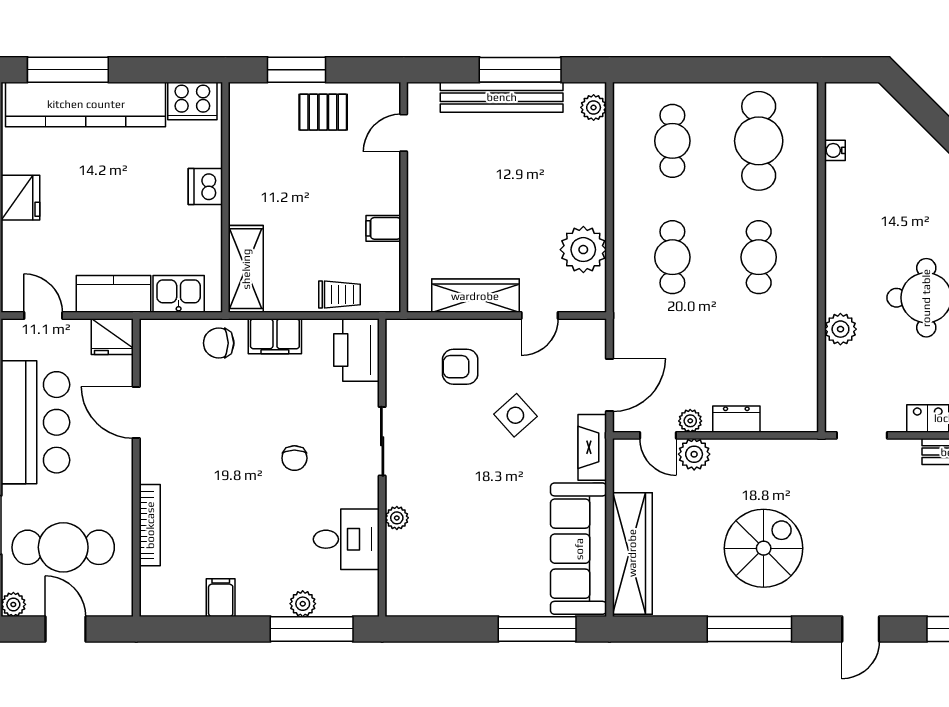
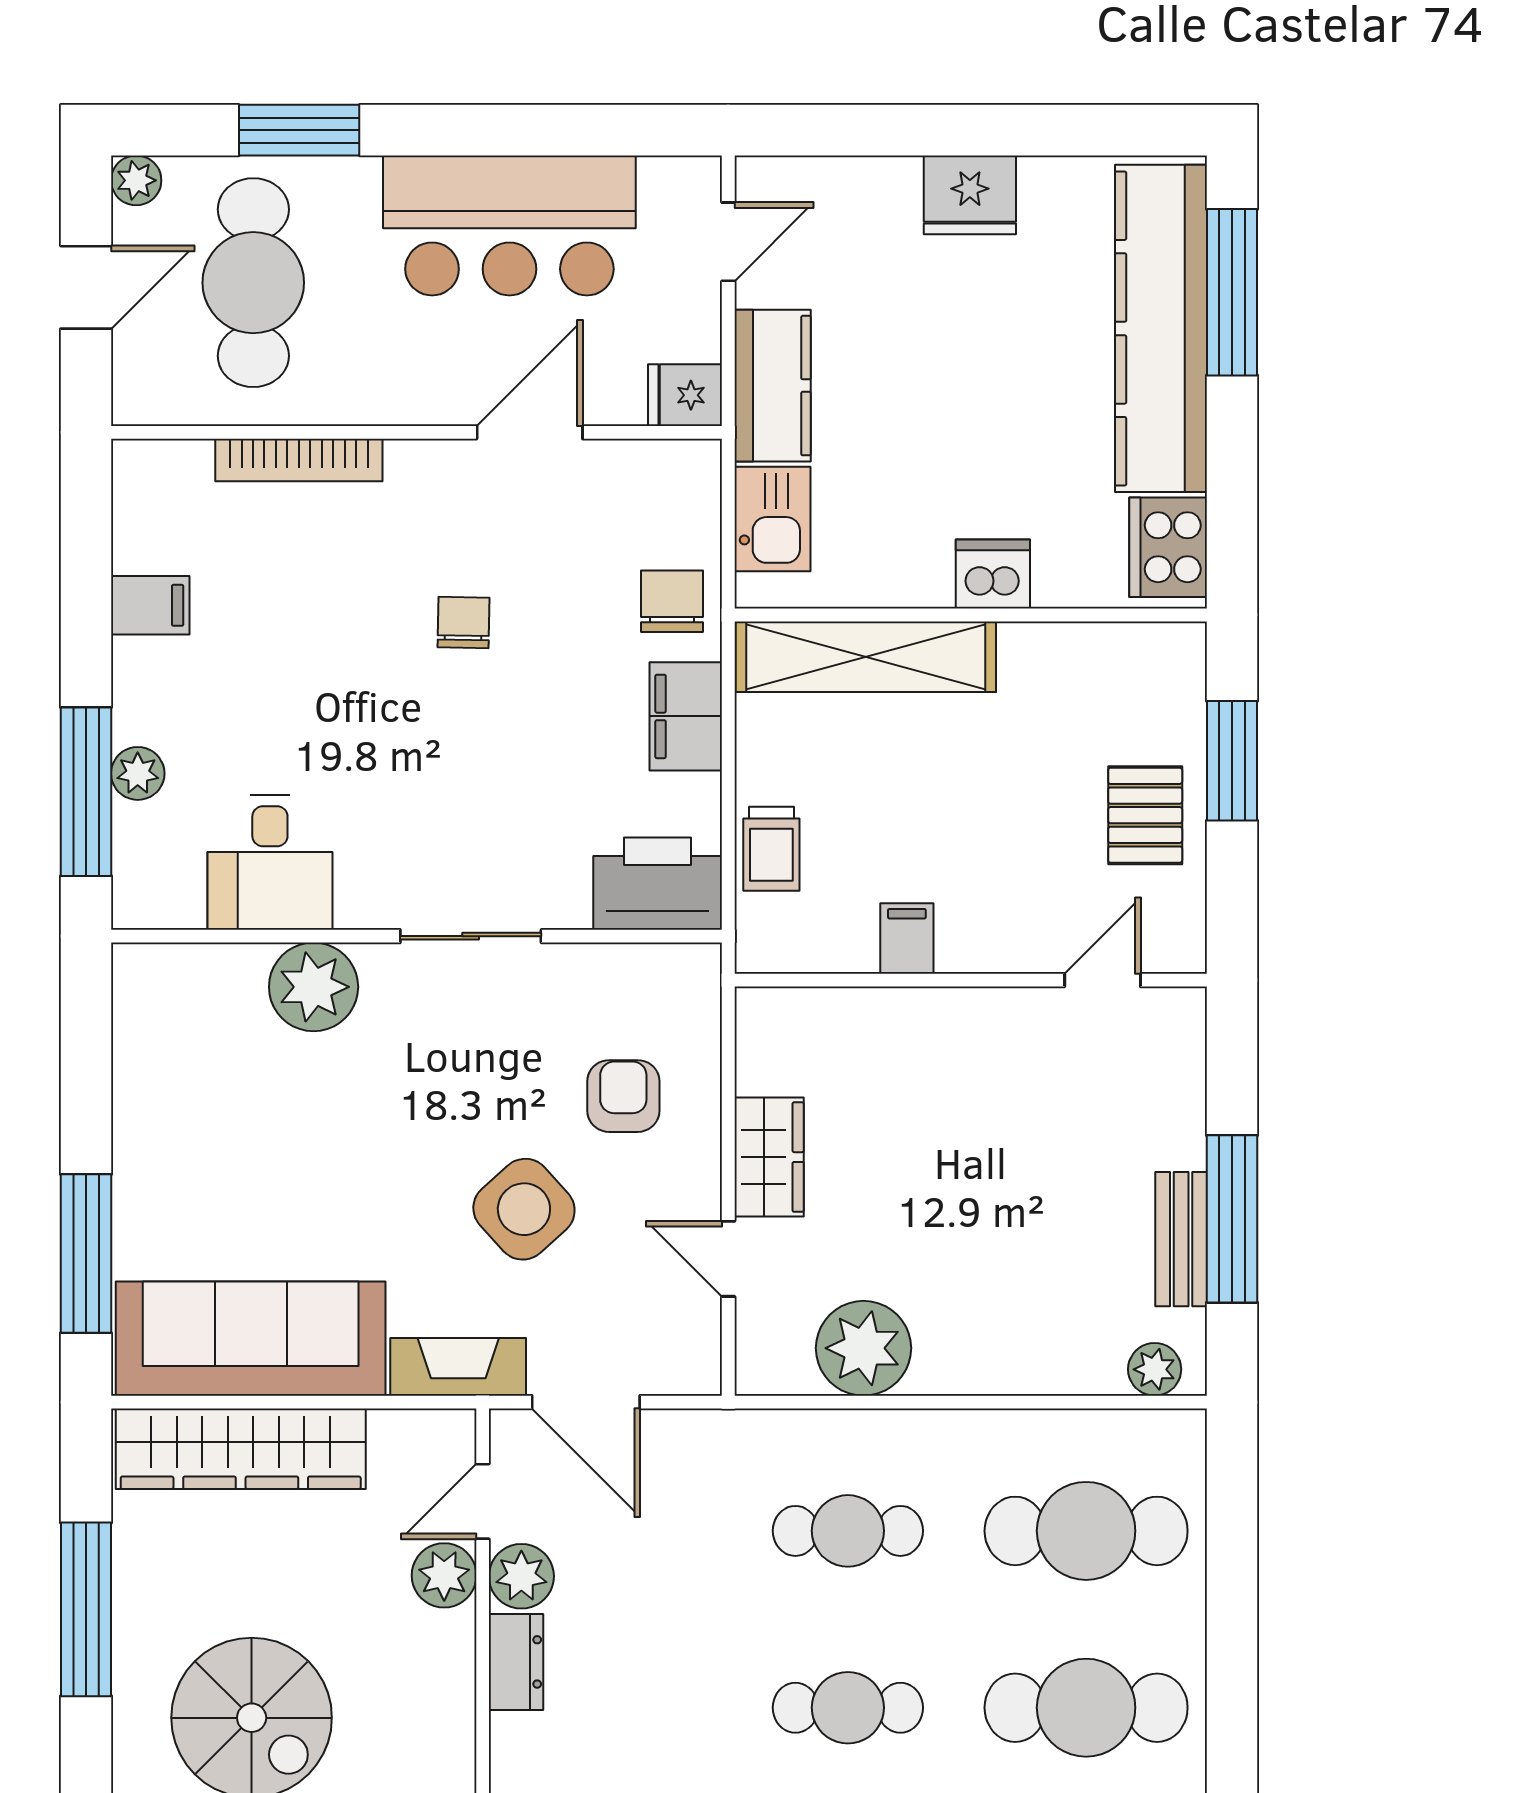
bench: (502, 97) -> (1181, 1239), width x0.54, depth x0.82
door: (404, 133) -> (1103, 980), hinge flipped
cafe table: (672, 141) -> (1086, 1531), width x1.37, depth x1.35
shelving: (246, 269) -> (866, 657), width x1.47
wardrobe: (475, 296) -> (769, 1157), width x0.67
fridge: (112, 337) -> (685, 395), width x0.72
side table: (515, 415) -> (524, 1209), width x1.37, depth x1.37
plant: (690, 421) -> (521, 1576), width x1.38, depth x1.38
chair: (294, 458) -> (463, 623), moved, turned 91
plant: (397, 518) -> (314, 987), width x1.88, depth x1.88
window: (749, 629) -> (86, 1609), moved

